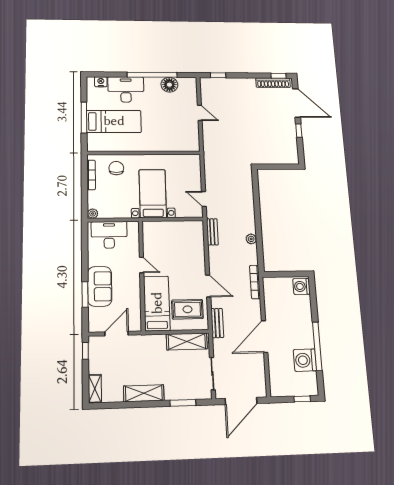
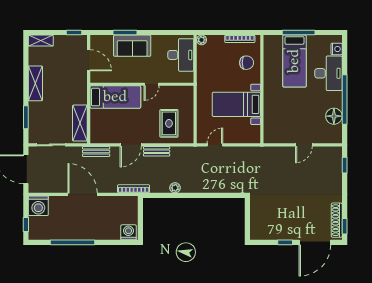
bed with nightstands: (153, 194) -> (236, 104), moved, turned 180
bench: (212, 232) -> (157, 151), moved
rug: (187, 309) -> (169, 123), moved
washing machine: (305, 360) -> (38, 206), moved, turned 180

